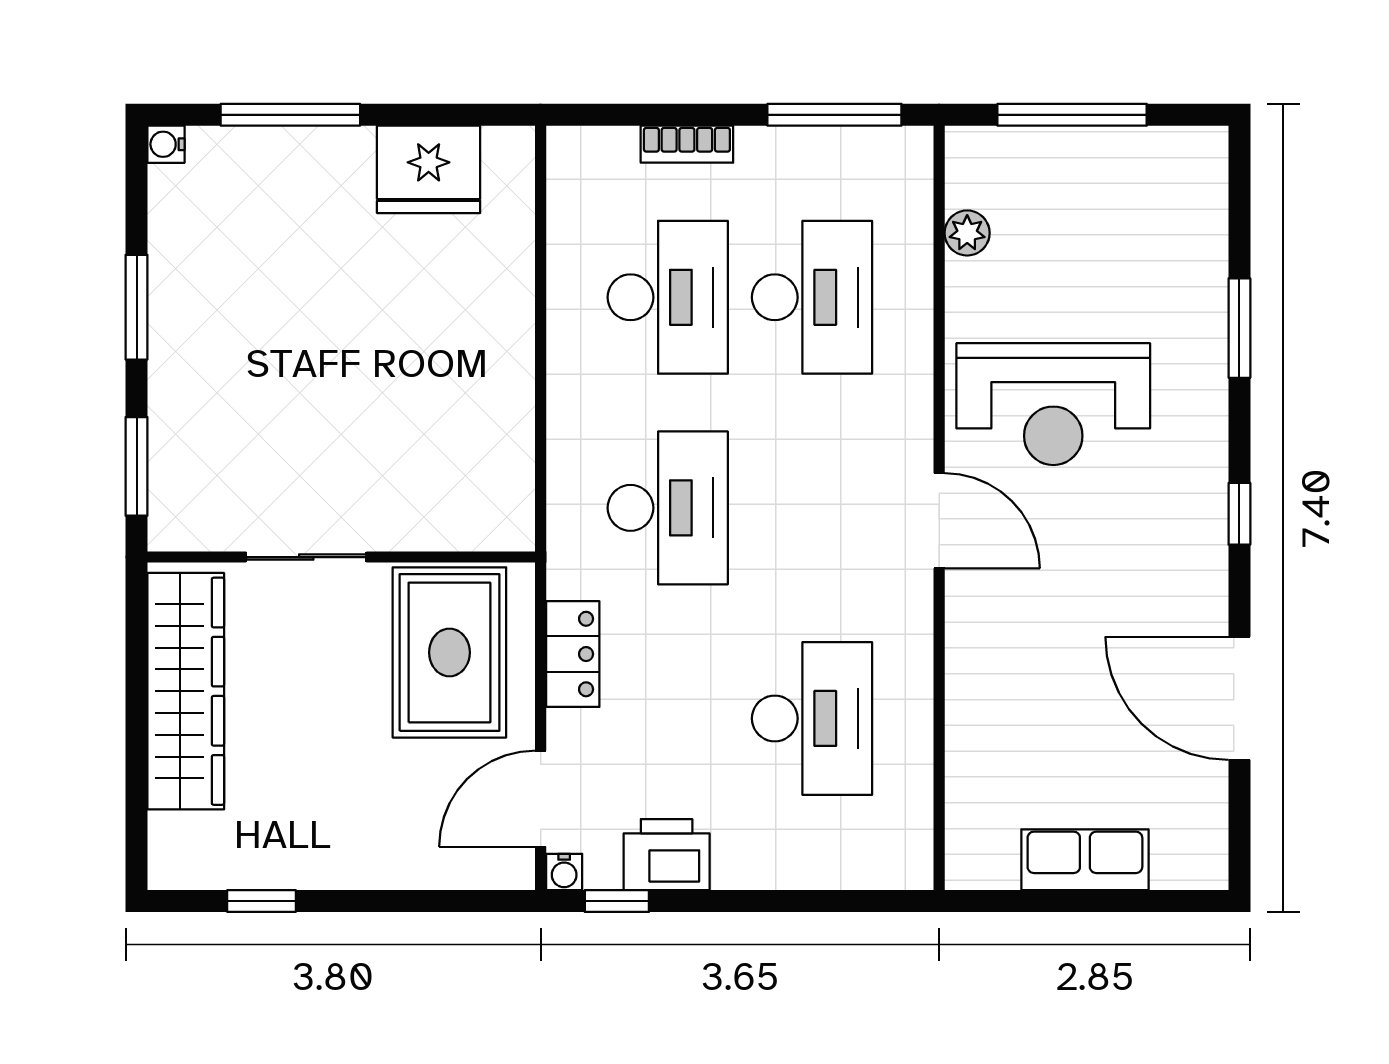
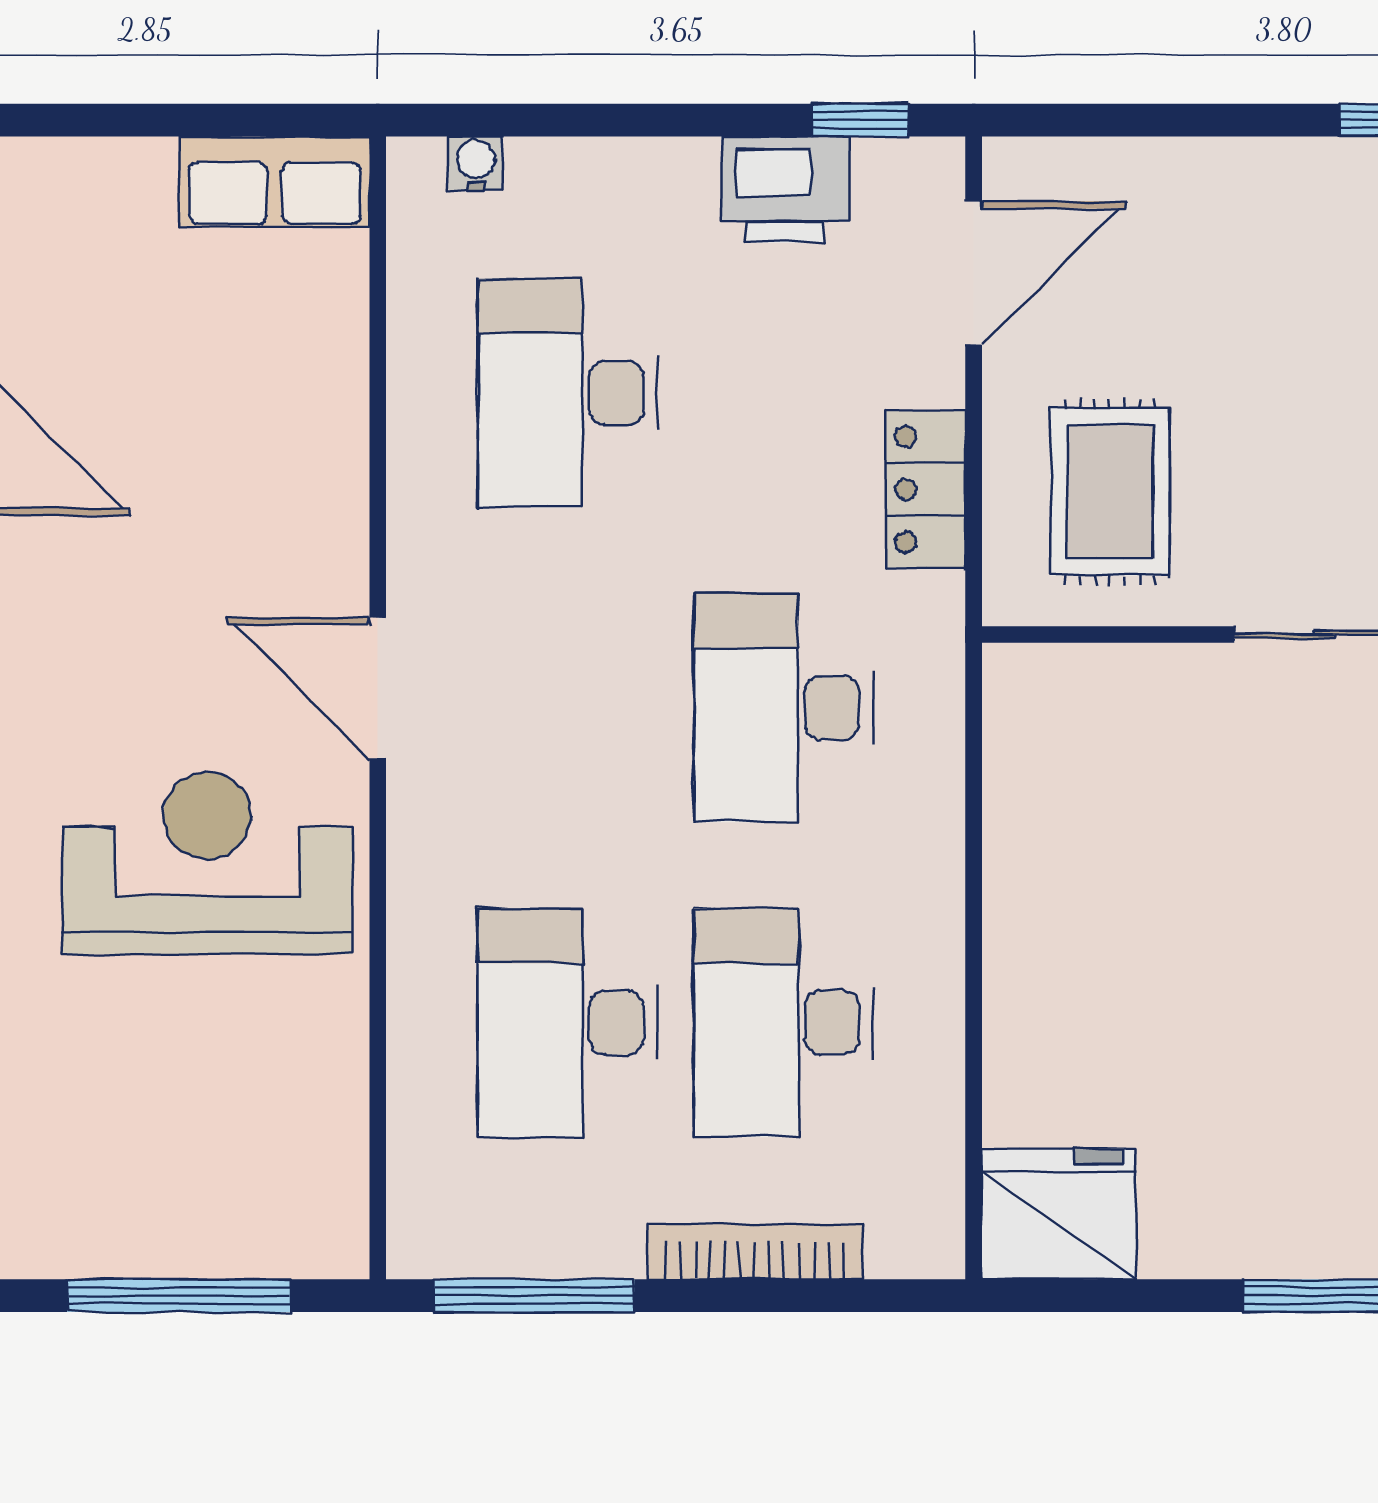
bookcase: (687, 144) -> (755, 1252), width x1.56
fridge: (429, 169) -> (1059, 1214), moved
plant: (967, 233) -> (336, 1119), removed
rug: (449, 652) -> (1110, 492), width x0.73, depth x0.70
row of seats: (1085, 860) -> (274, 182), moved
water cooler: (564, 872) -> (476, 164), moved

